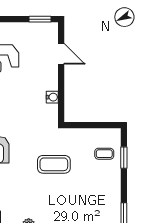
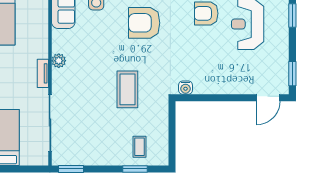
door: (61, 54) -> (268, 98), moved
water cooler: (52, 97) -> (185, 88), moved

